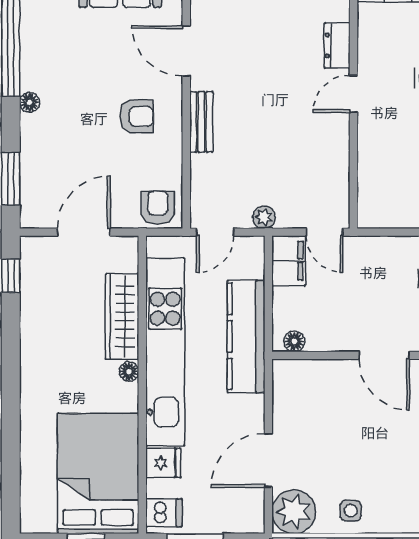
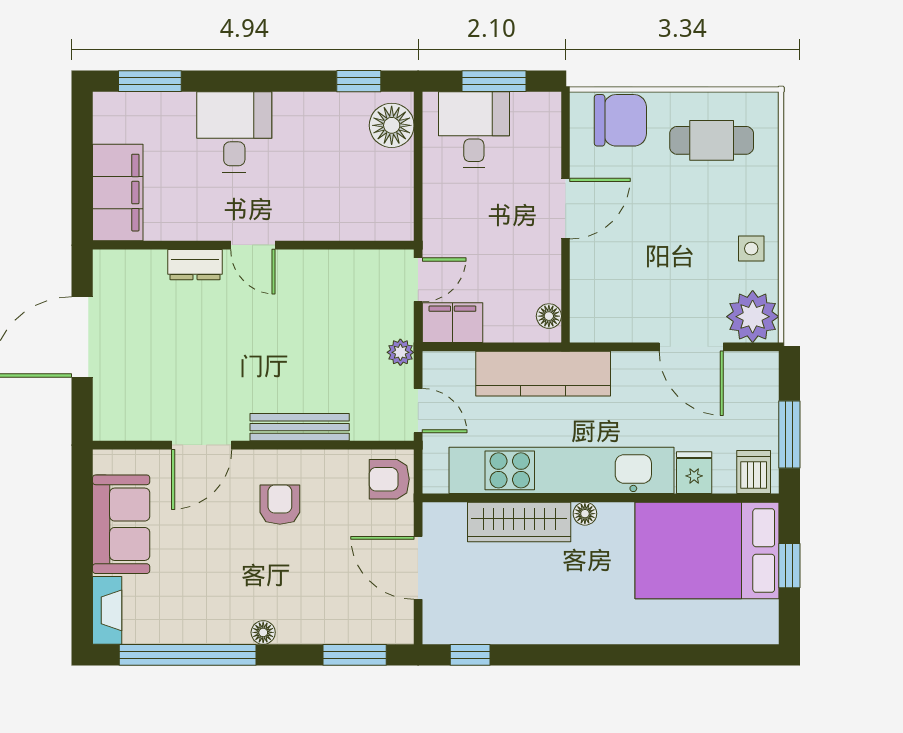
bench: (201, 122) -> (300, 427), width x1.36

